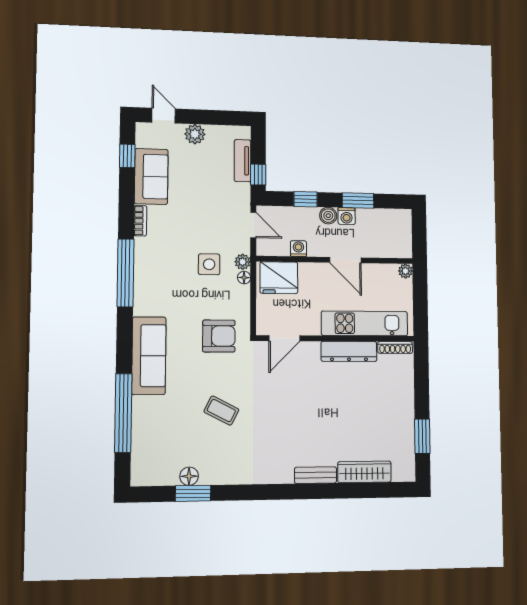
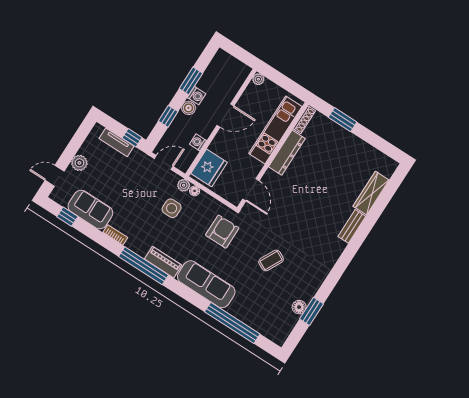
piano: (143, 292) -> (163, 262), added
window: (422, 436) -> (343, 120), moved

